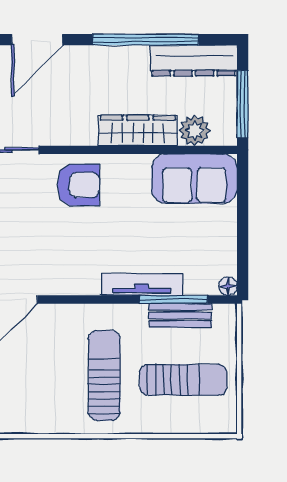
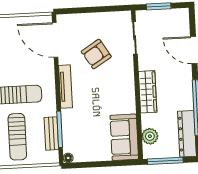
wardrobe: (138, 131) -> (148, 92), moved
armchair: (78, 185) -> (96, 54), moved, turned 58
tv unit: (142, 284) -> (66, 87), moved

